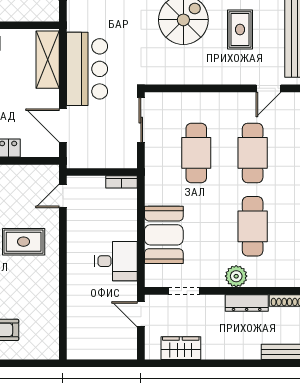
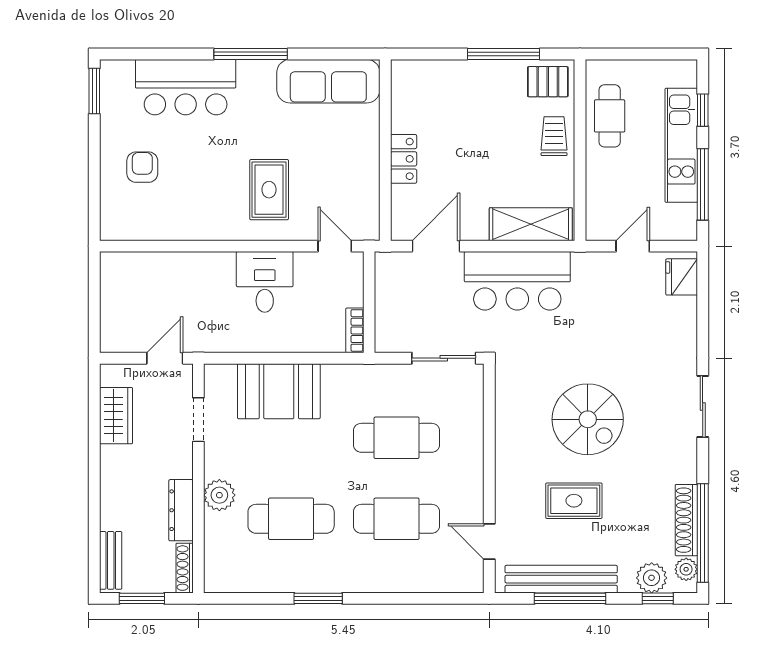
desk: (116, 261) -> (265, 282), moved, turned 180

